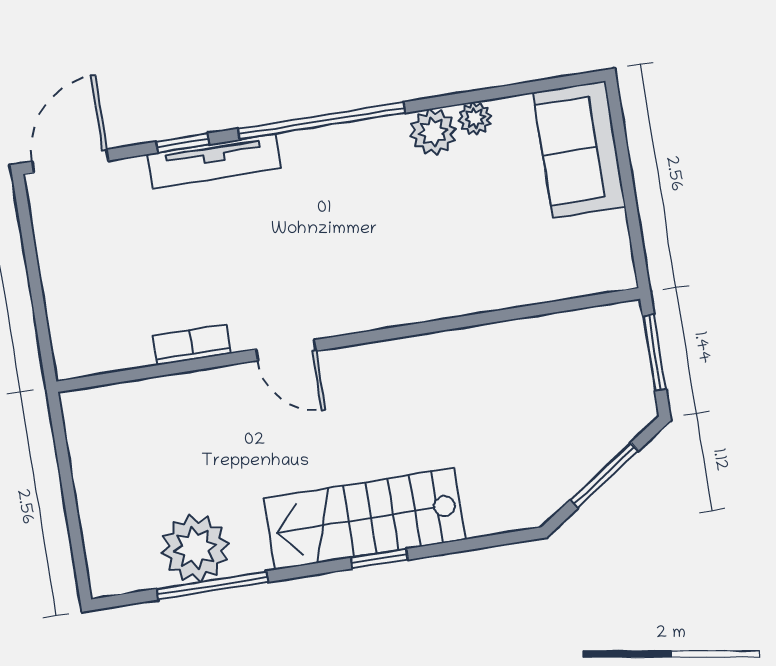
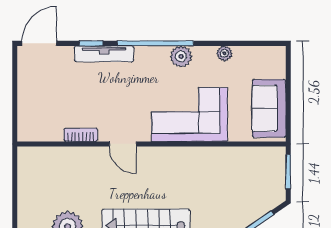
plant: (433, 132) -> (181, 56), moved
sofa: (579, 150) -> (269, 108), moved
corner sofa: (420, 263) -> (189, 115), added

